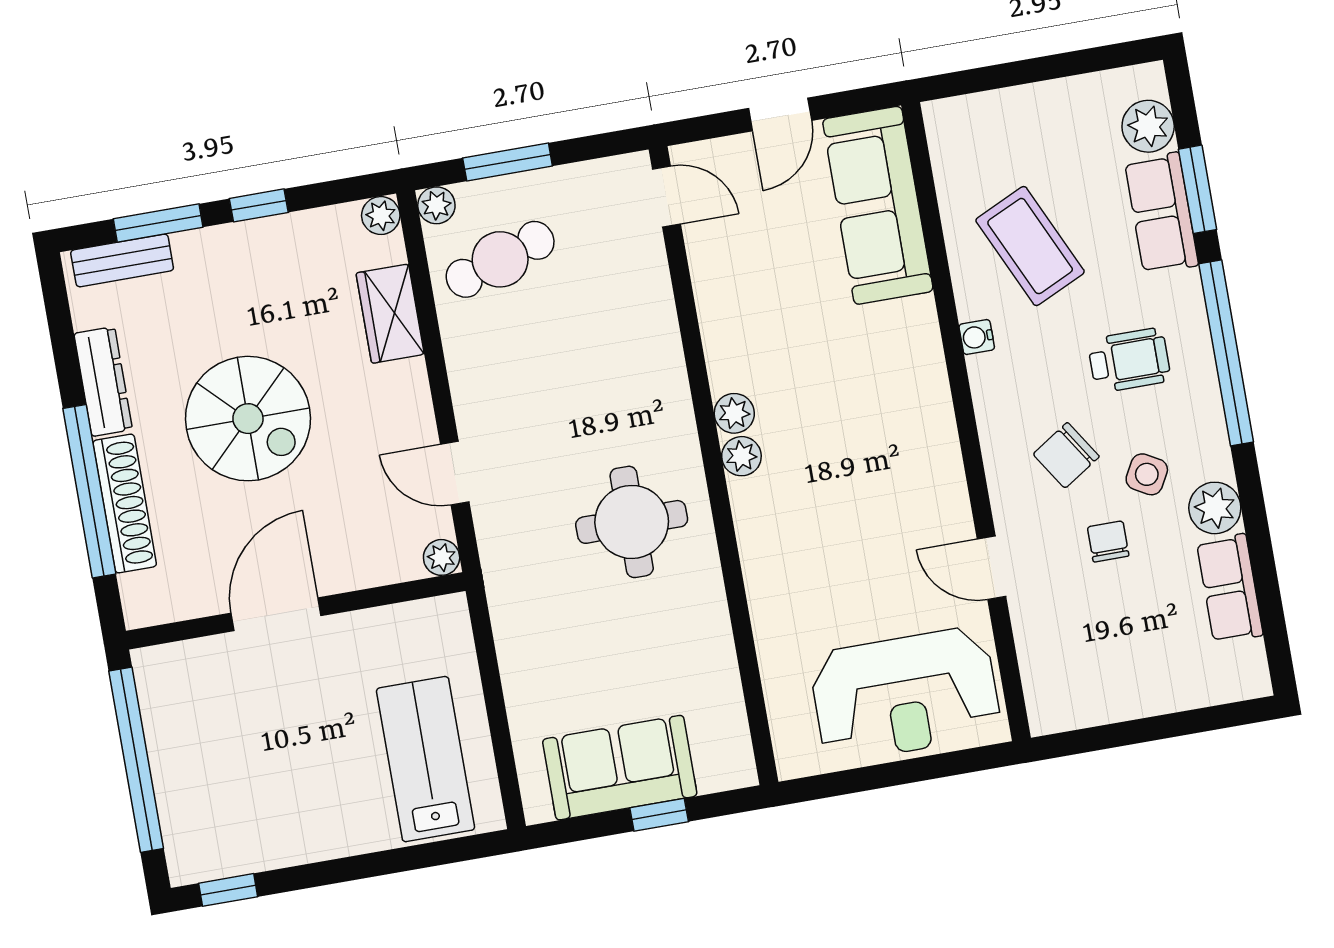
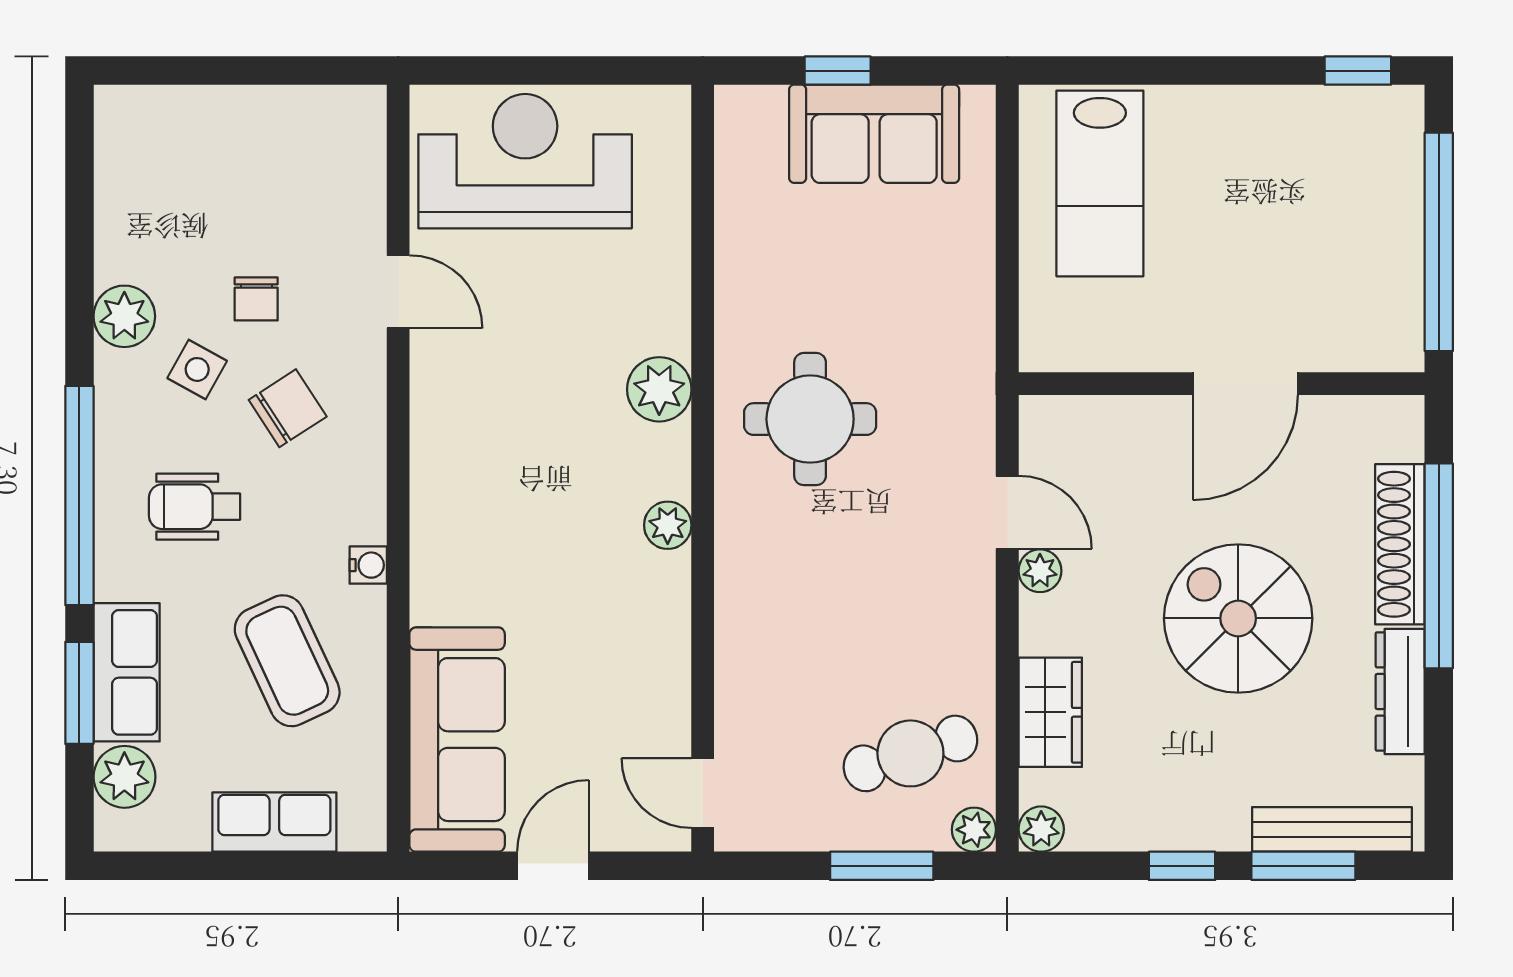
bench: (122, 260) -> (1332, 829), width x1.36
plant: (741, 456) -> (659, 389), moved, width x1.38, depth x1.38
plant: (442, 557) -> (1040, 571), moved
row of seats: (1230, 588) -> (274, 822), moved, turned -90

